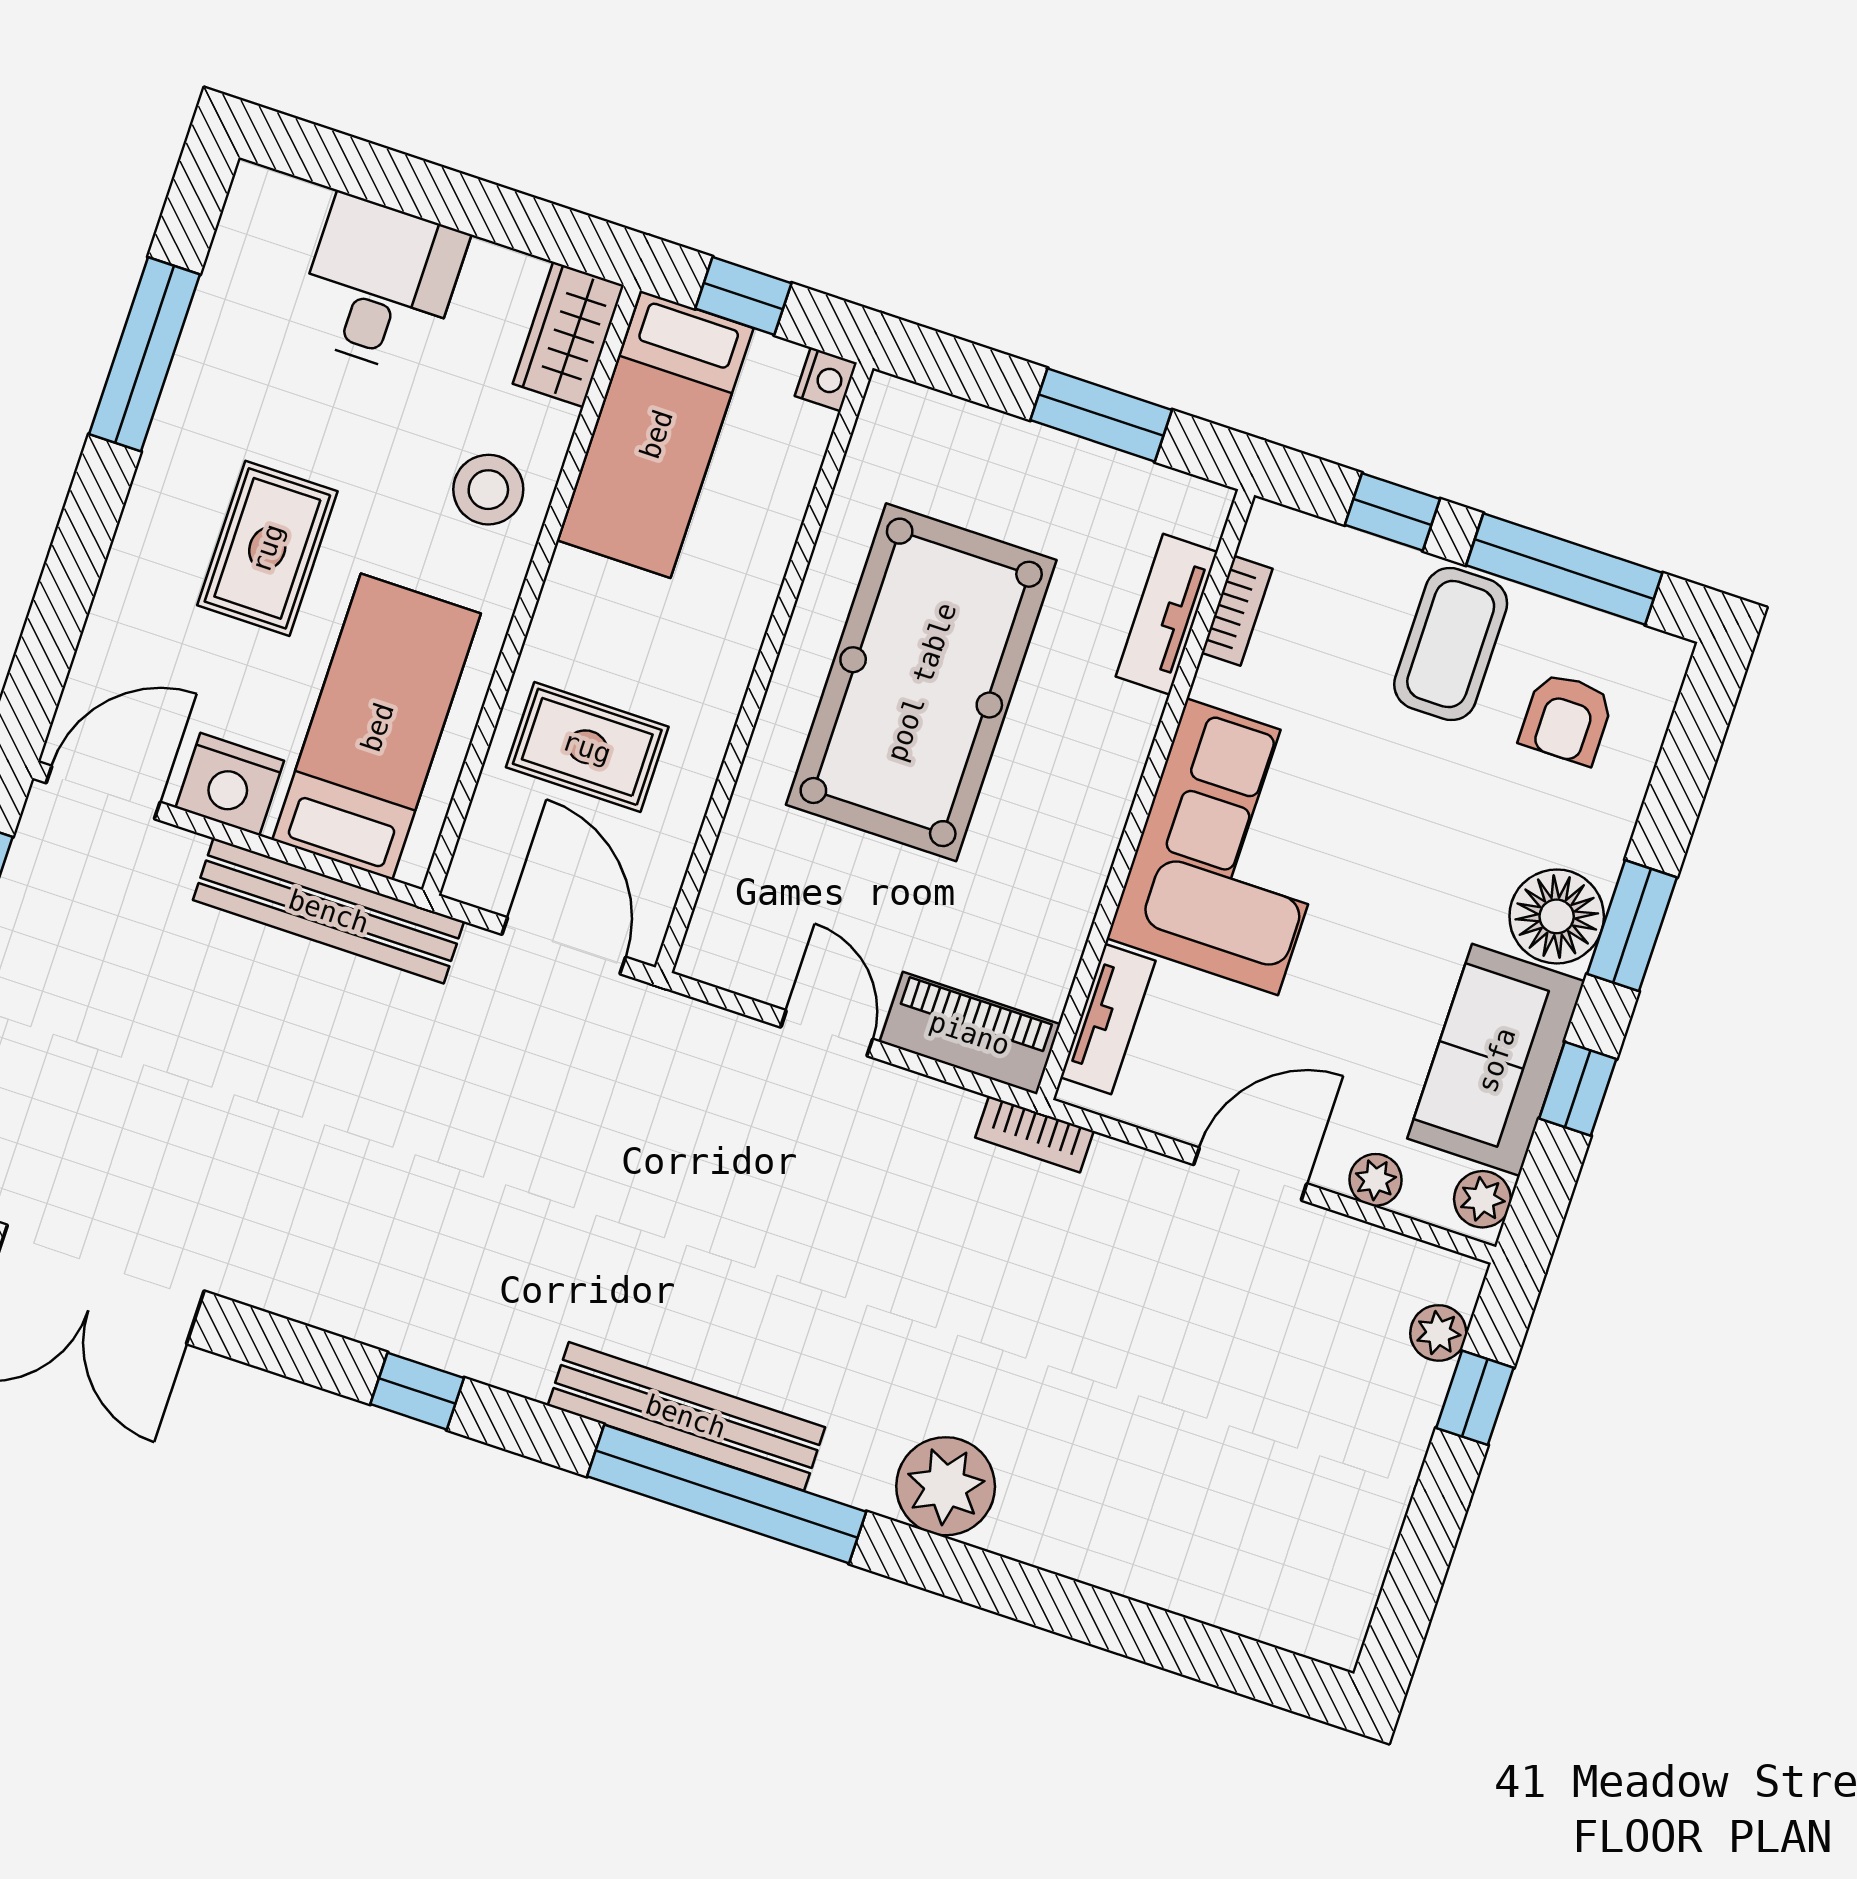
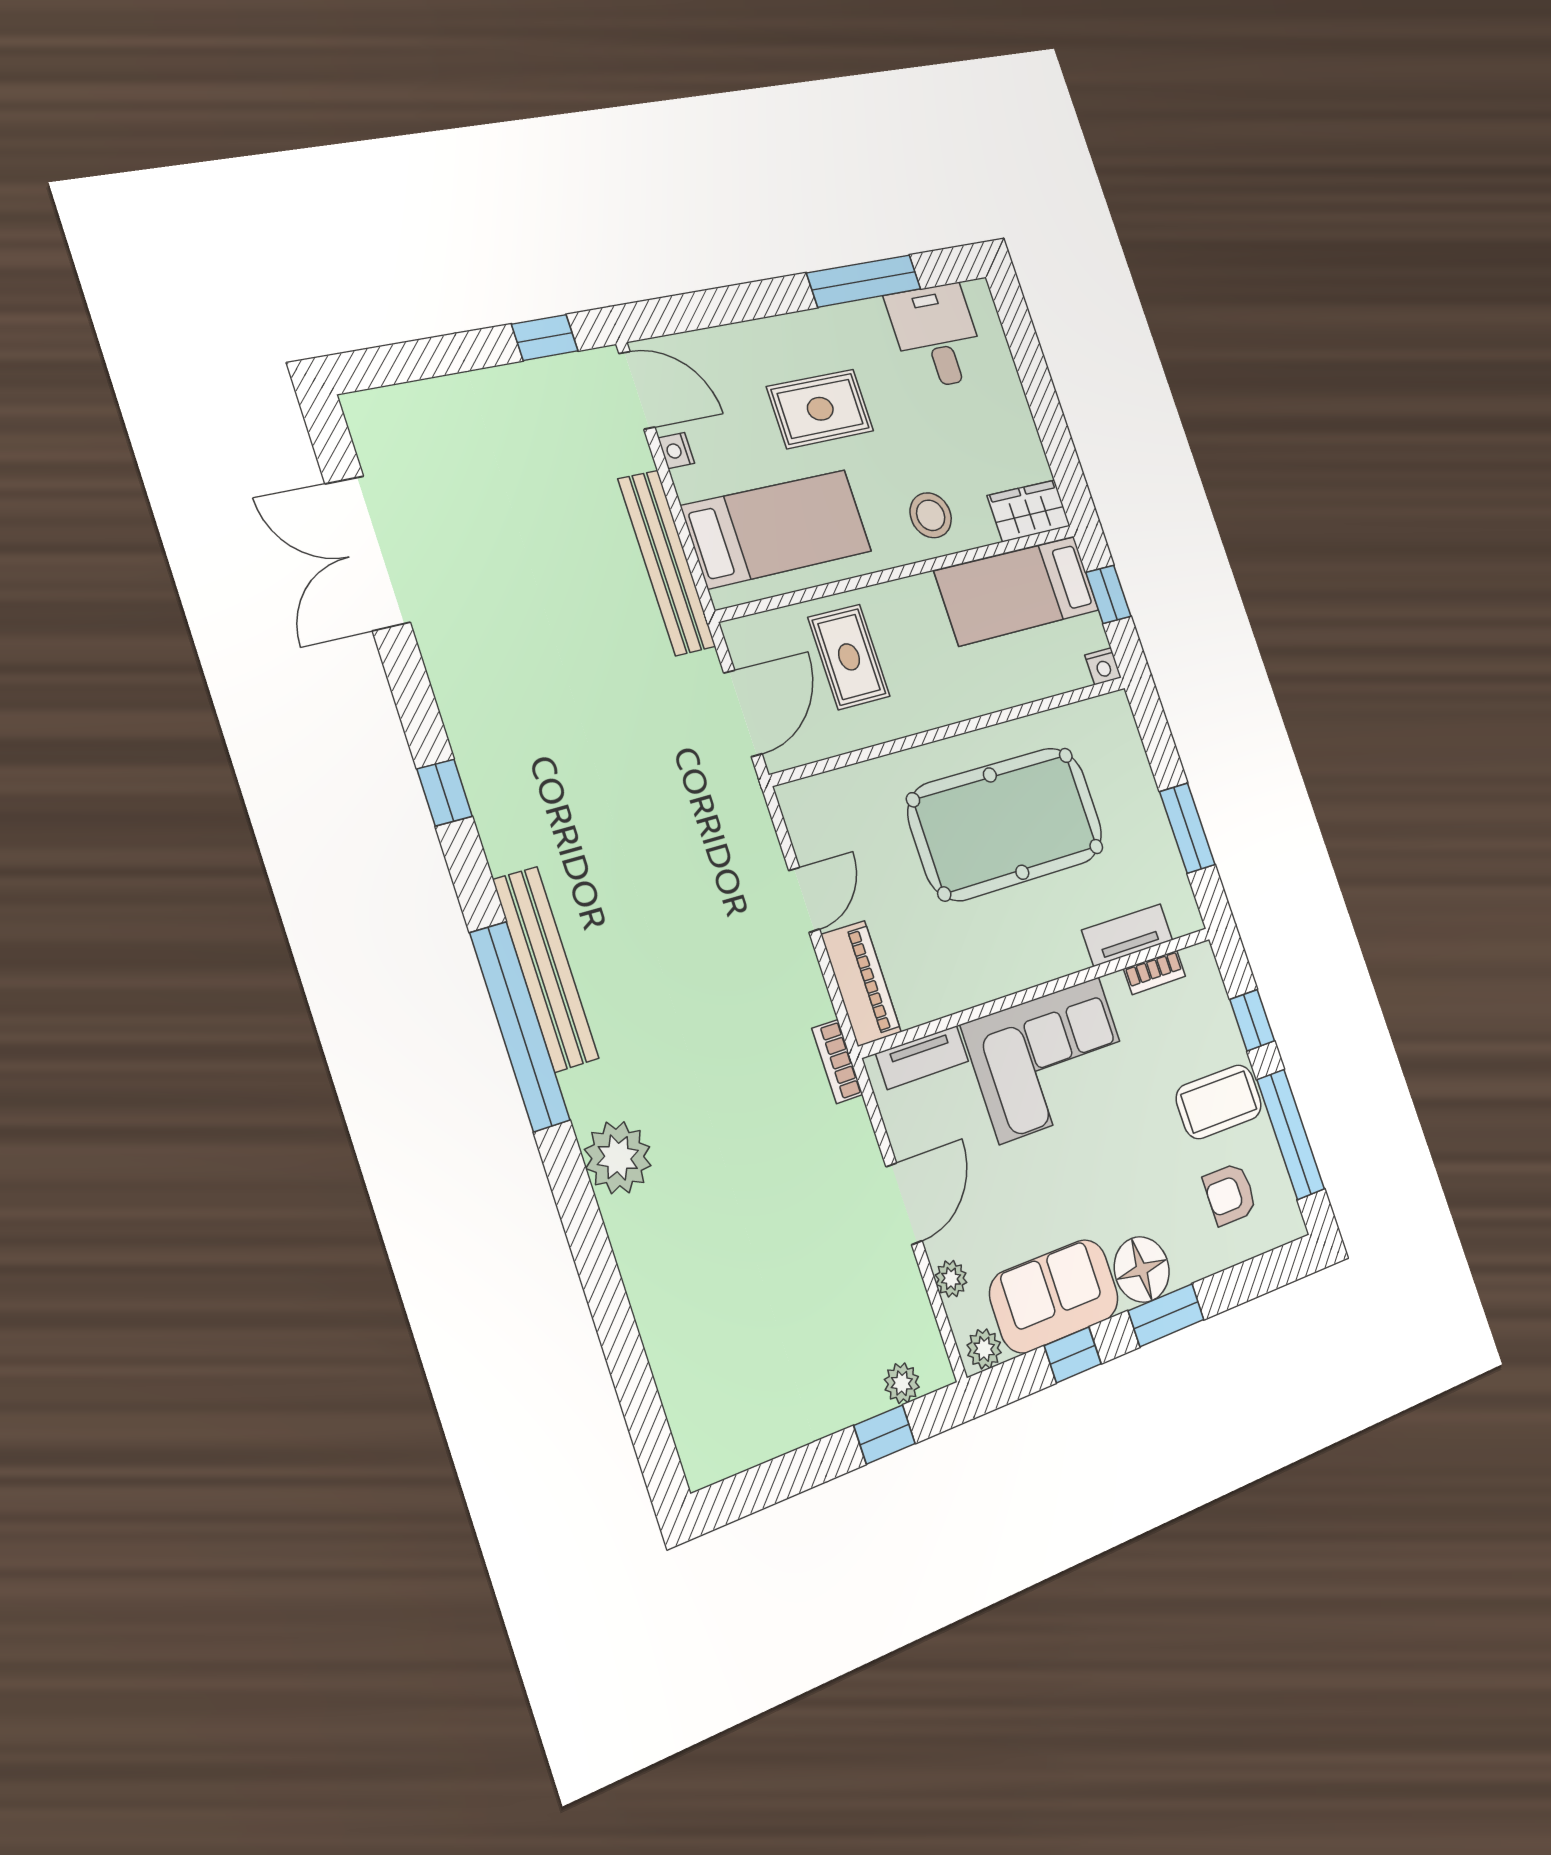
desk: (380, 284) -> (937, 336), moved, turned -90
nightstand: (230, 784) -> (676, 451), width x0.53, depth x0.56
door: (1250, 1174) -> (904, 1204), hinge flipped

